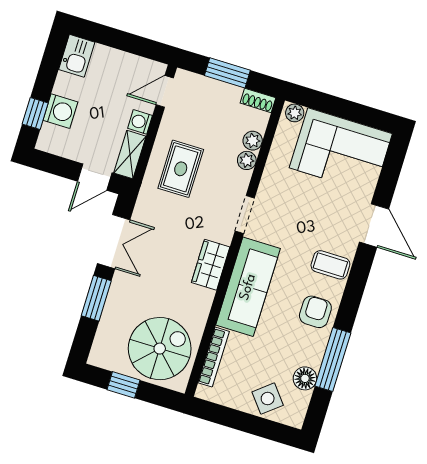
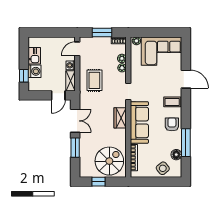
kitchen sink: (77, 56) -> (34, 56), moved

